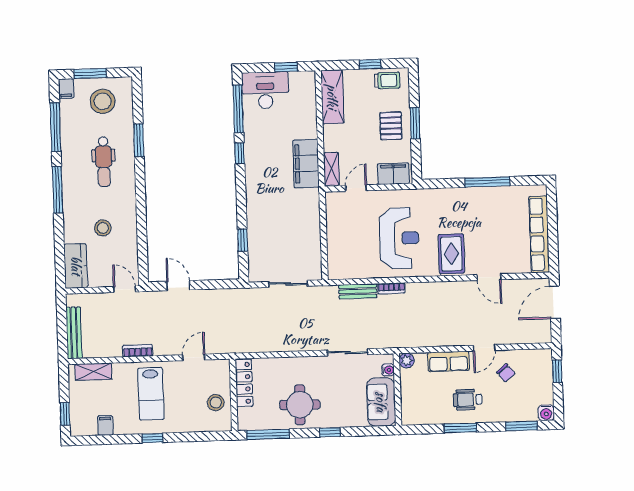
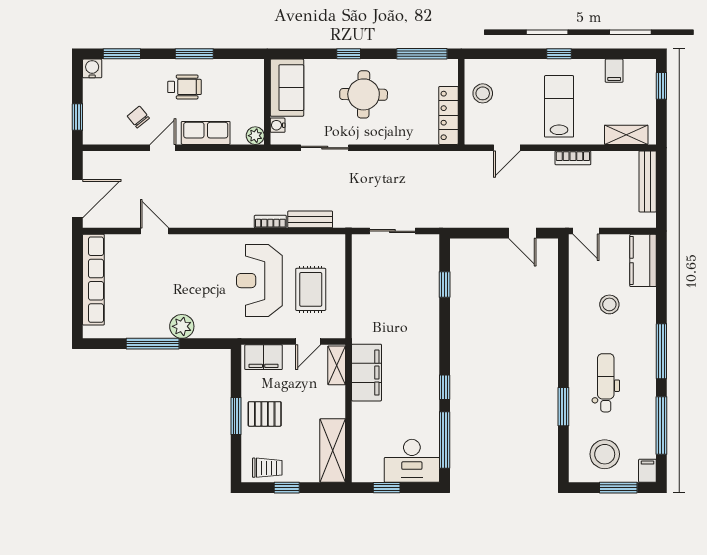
trolley: (387, 80) -> (267, 468), turned 180
pallet: (391, 126) -> (265, 414), turned 90
plant: (463, 197) -> (182, 326), added
rug: (451, 254) -> (311, 289), moved
round table: (300, 405) -> (364, 94), moved

